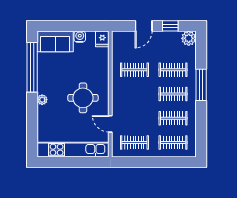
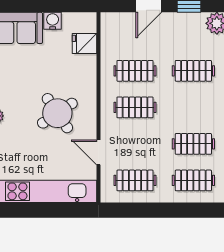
fridge: (102, 39) -> (85, 44), moved, turned 90
clothes rail: (173, 94) -> (135, 107), moved
round table: (83, 98) -> (57, 113), turned -34

